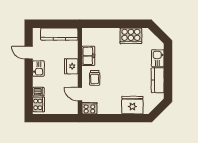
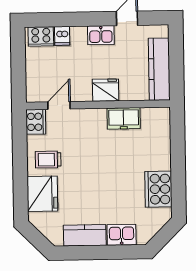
trolley: (95, 78) -> (48, 160), moved

